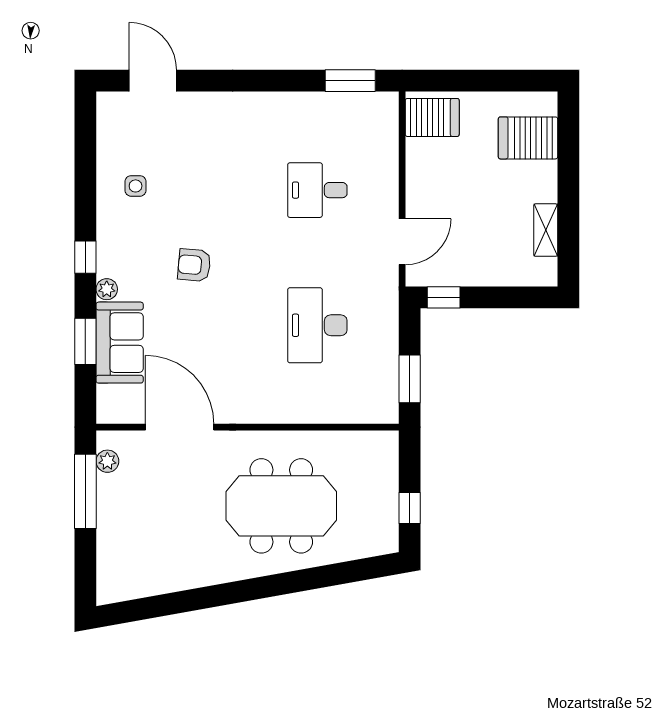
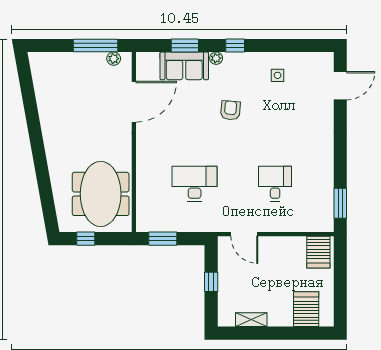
window: (444, 297) -> (211, 282), moved
meeting table: (281, 506) -> (101, 194), moved

